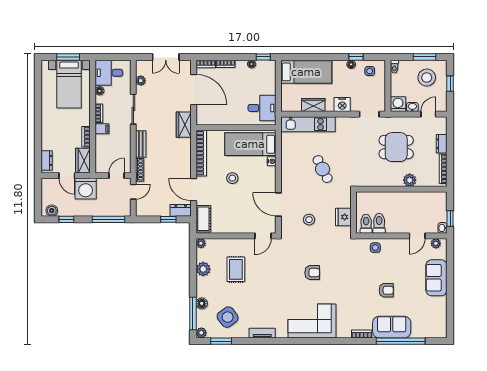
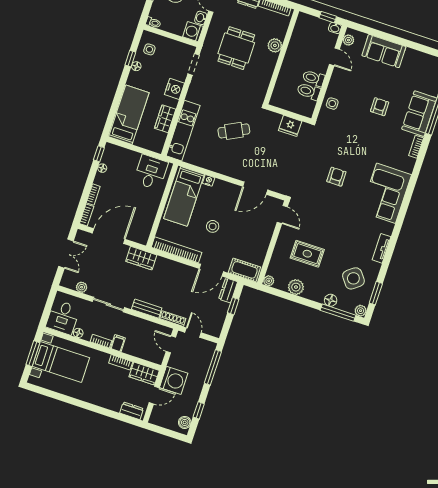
stool: (309, 220) -> (281, 162), removed
toilet: (366, 224) -> (314, 78), moved

